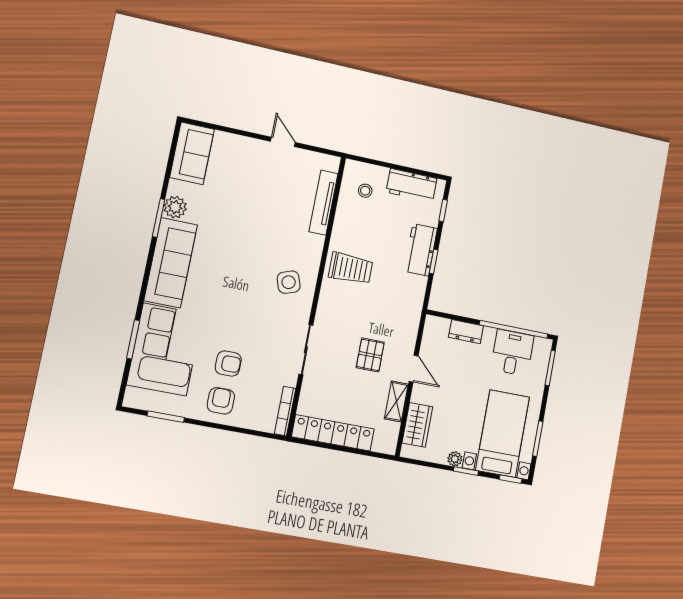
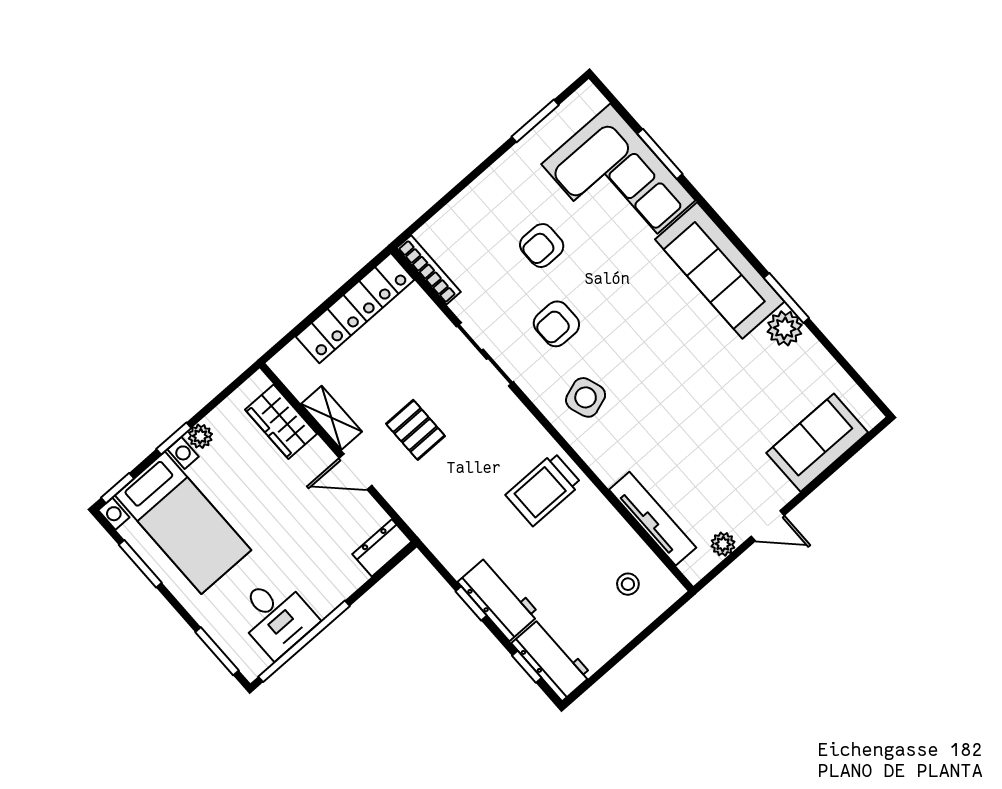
sofa: (192, 153) -> (817, 443), moved, turned 90
plant: (309, 158) -> (723, 544), added
workbench: (412, 185) -> (552, 659), moved, turned 90
dresser: (466, 332) -> (382, 548), moved
armchair: (221, 401) -> (556, 324), moved, turned 90

